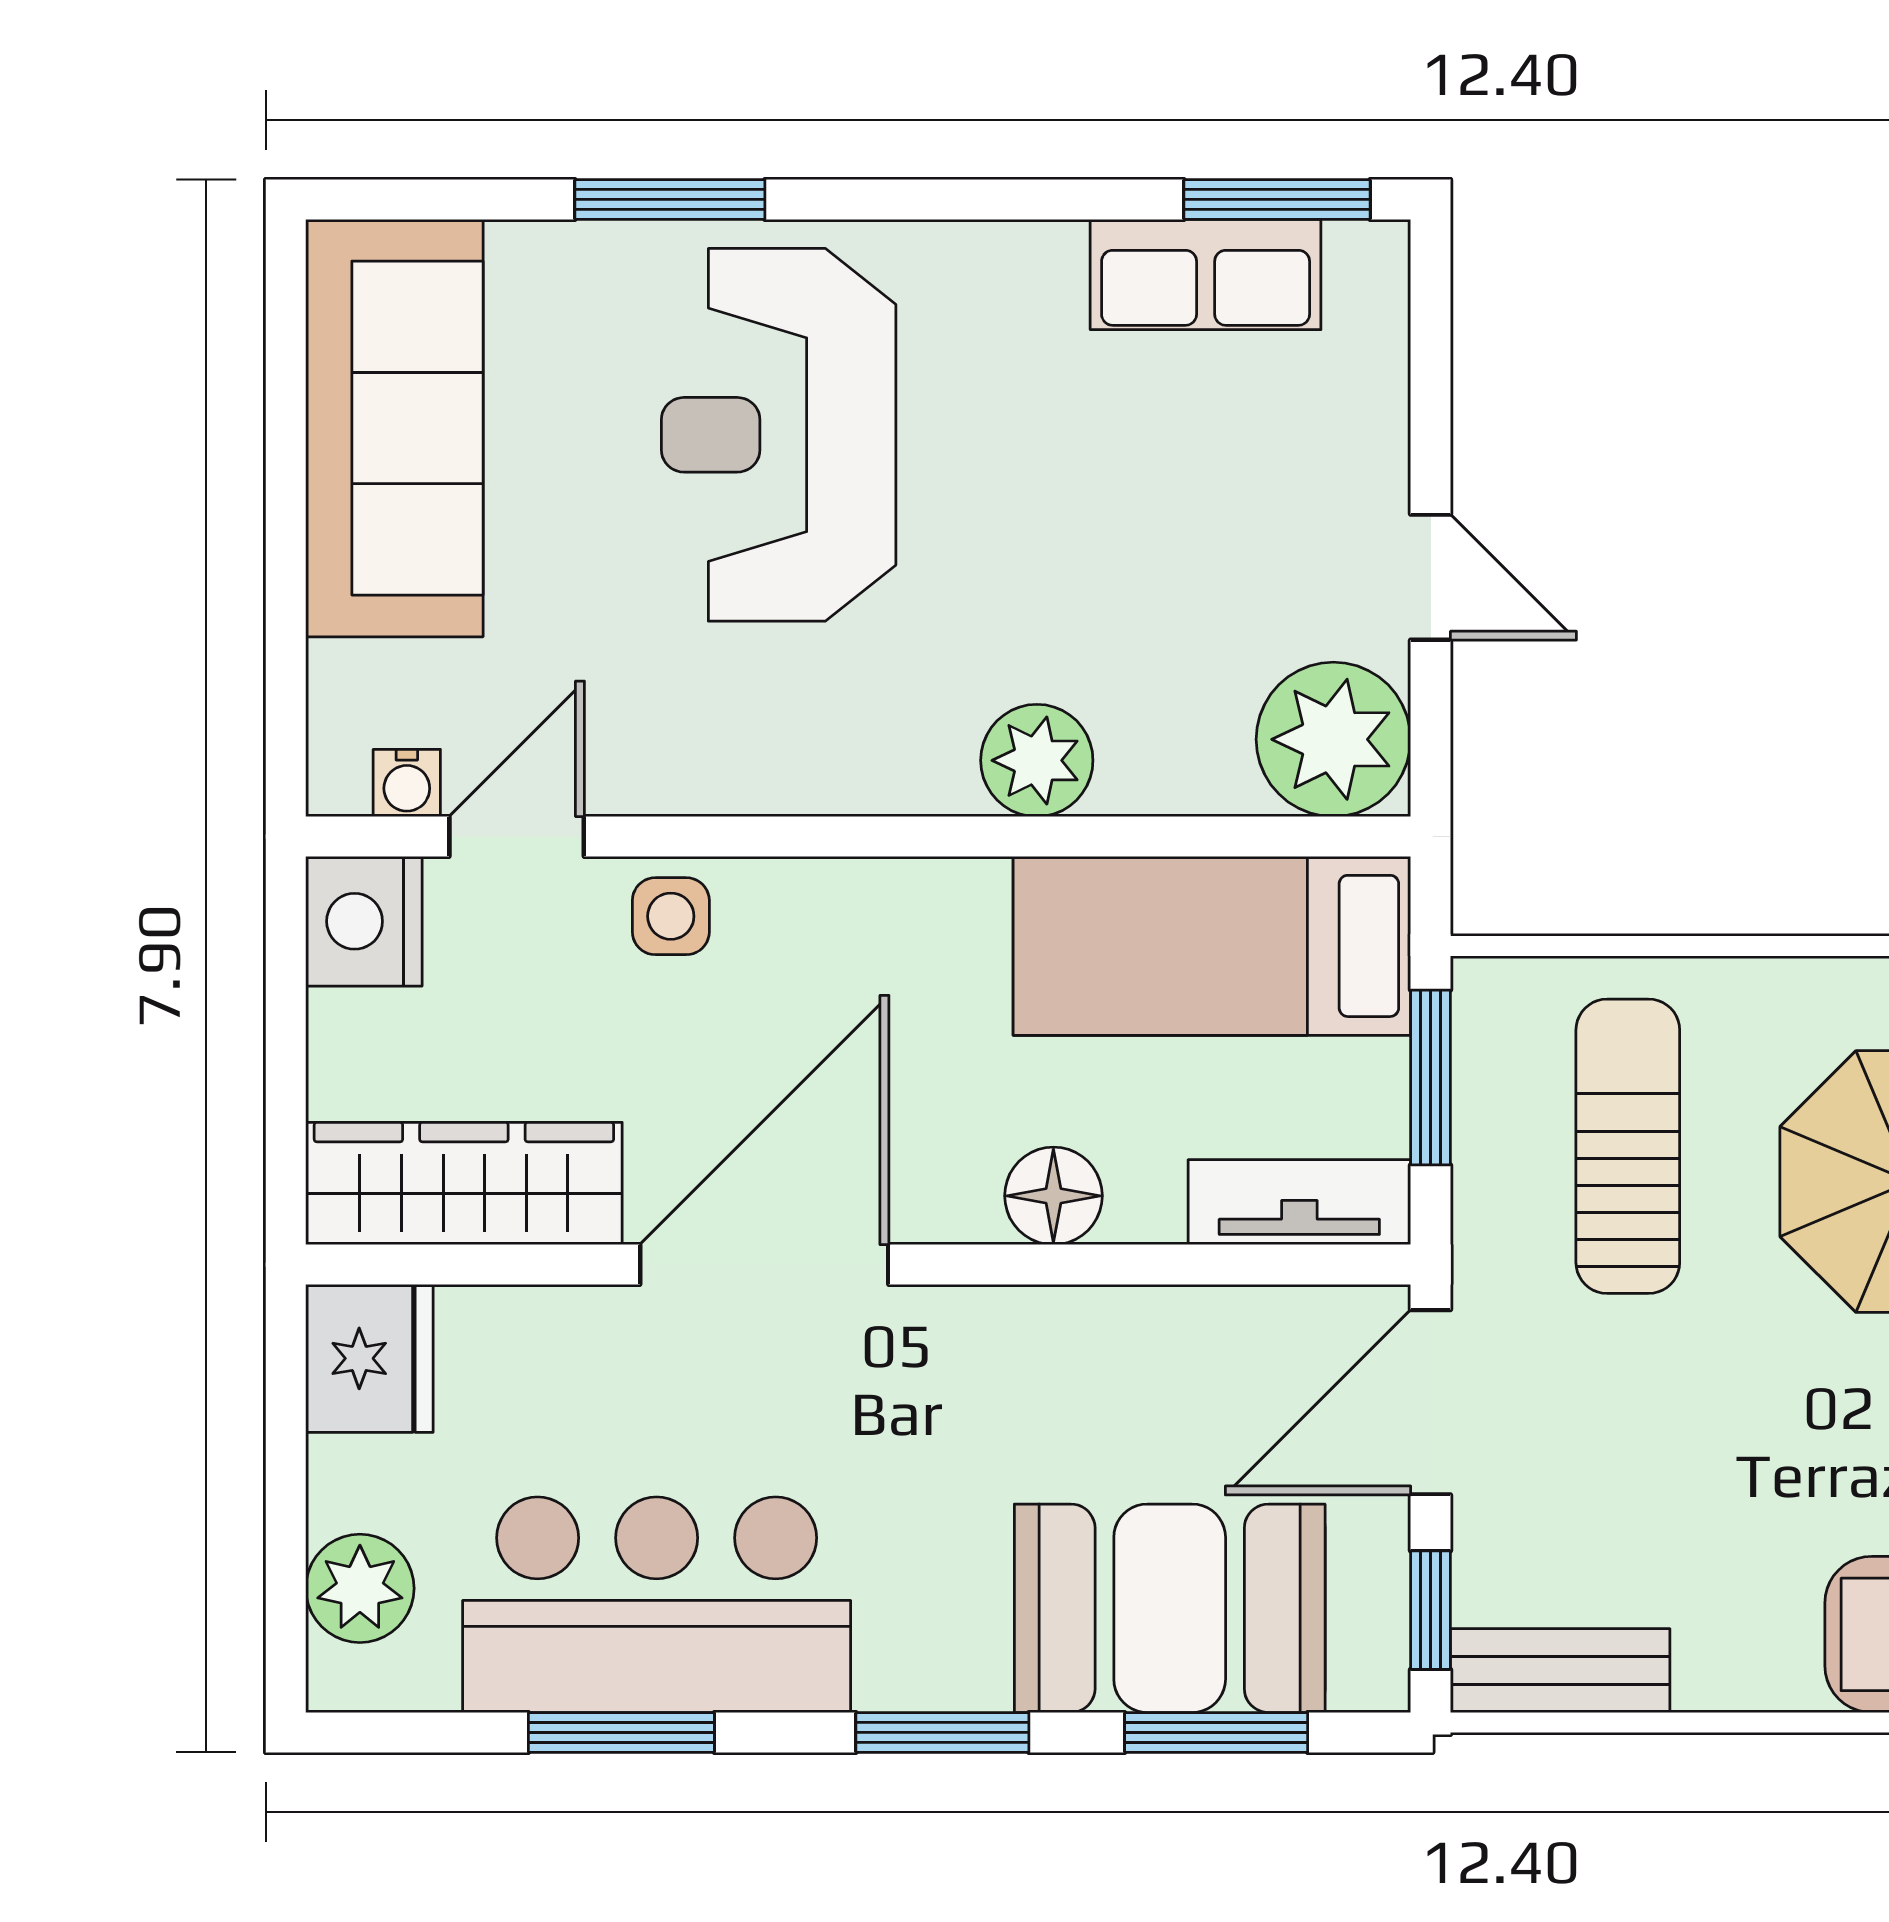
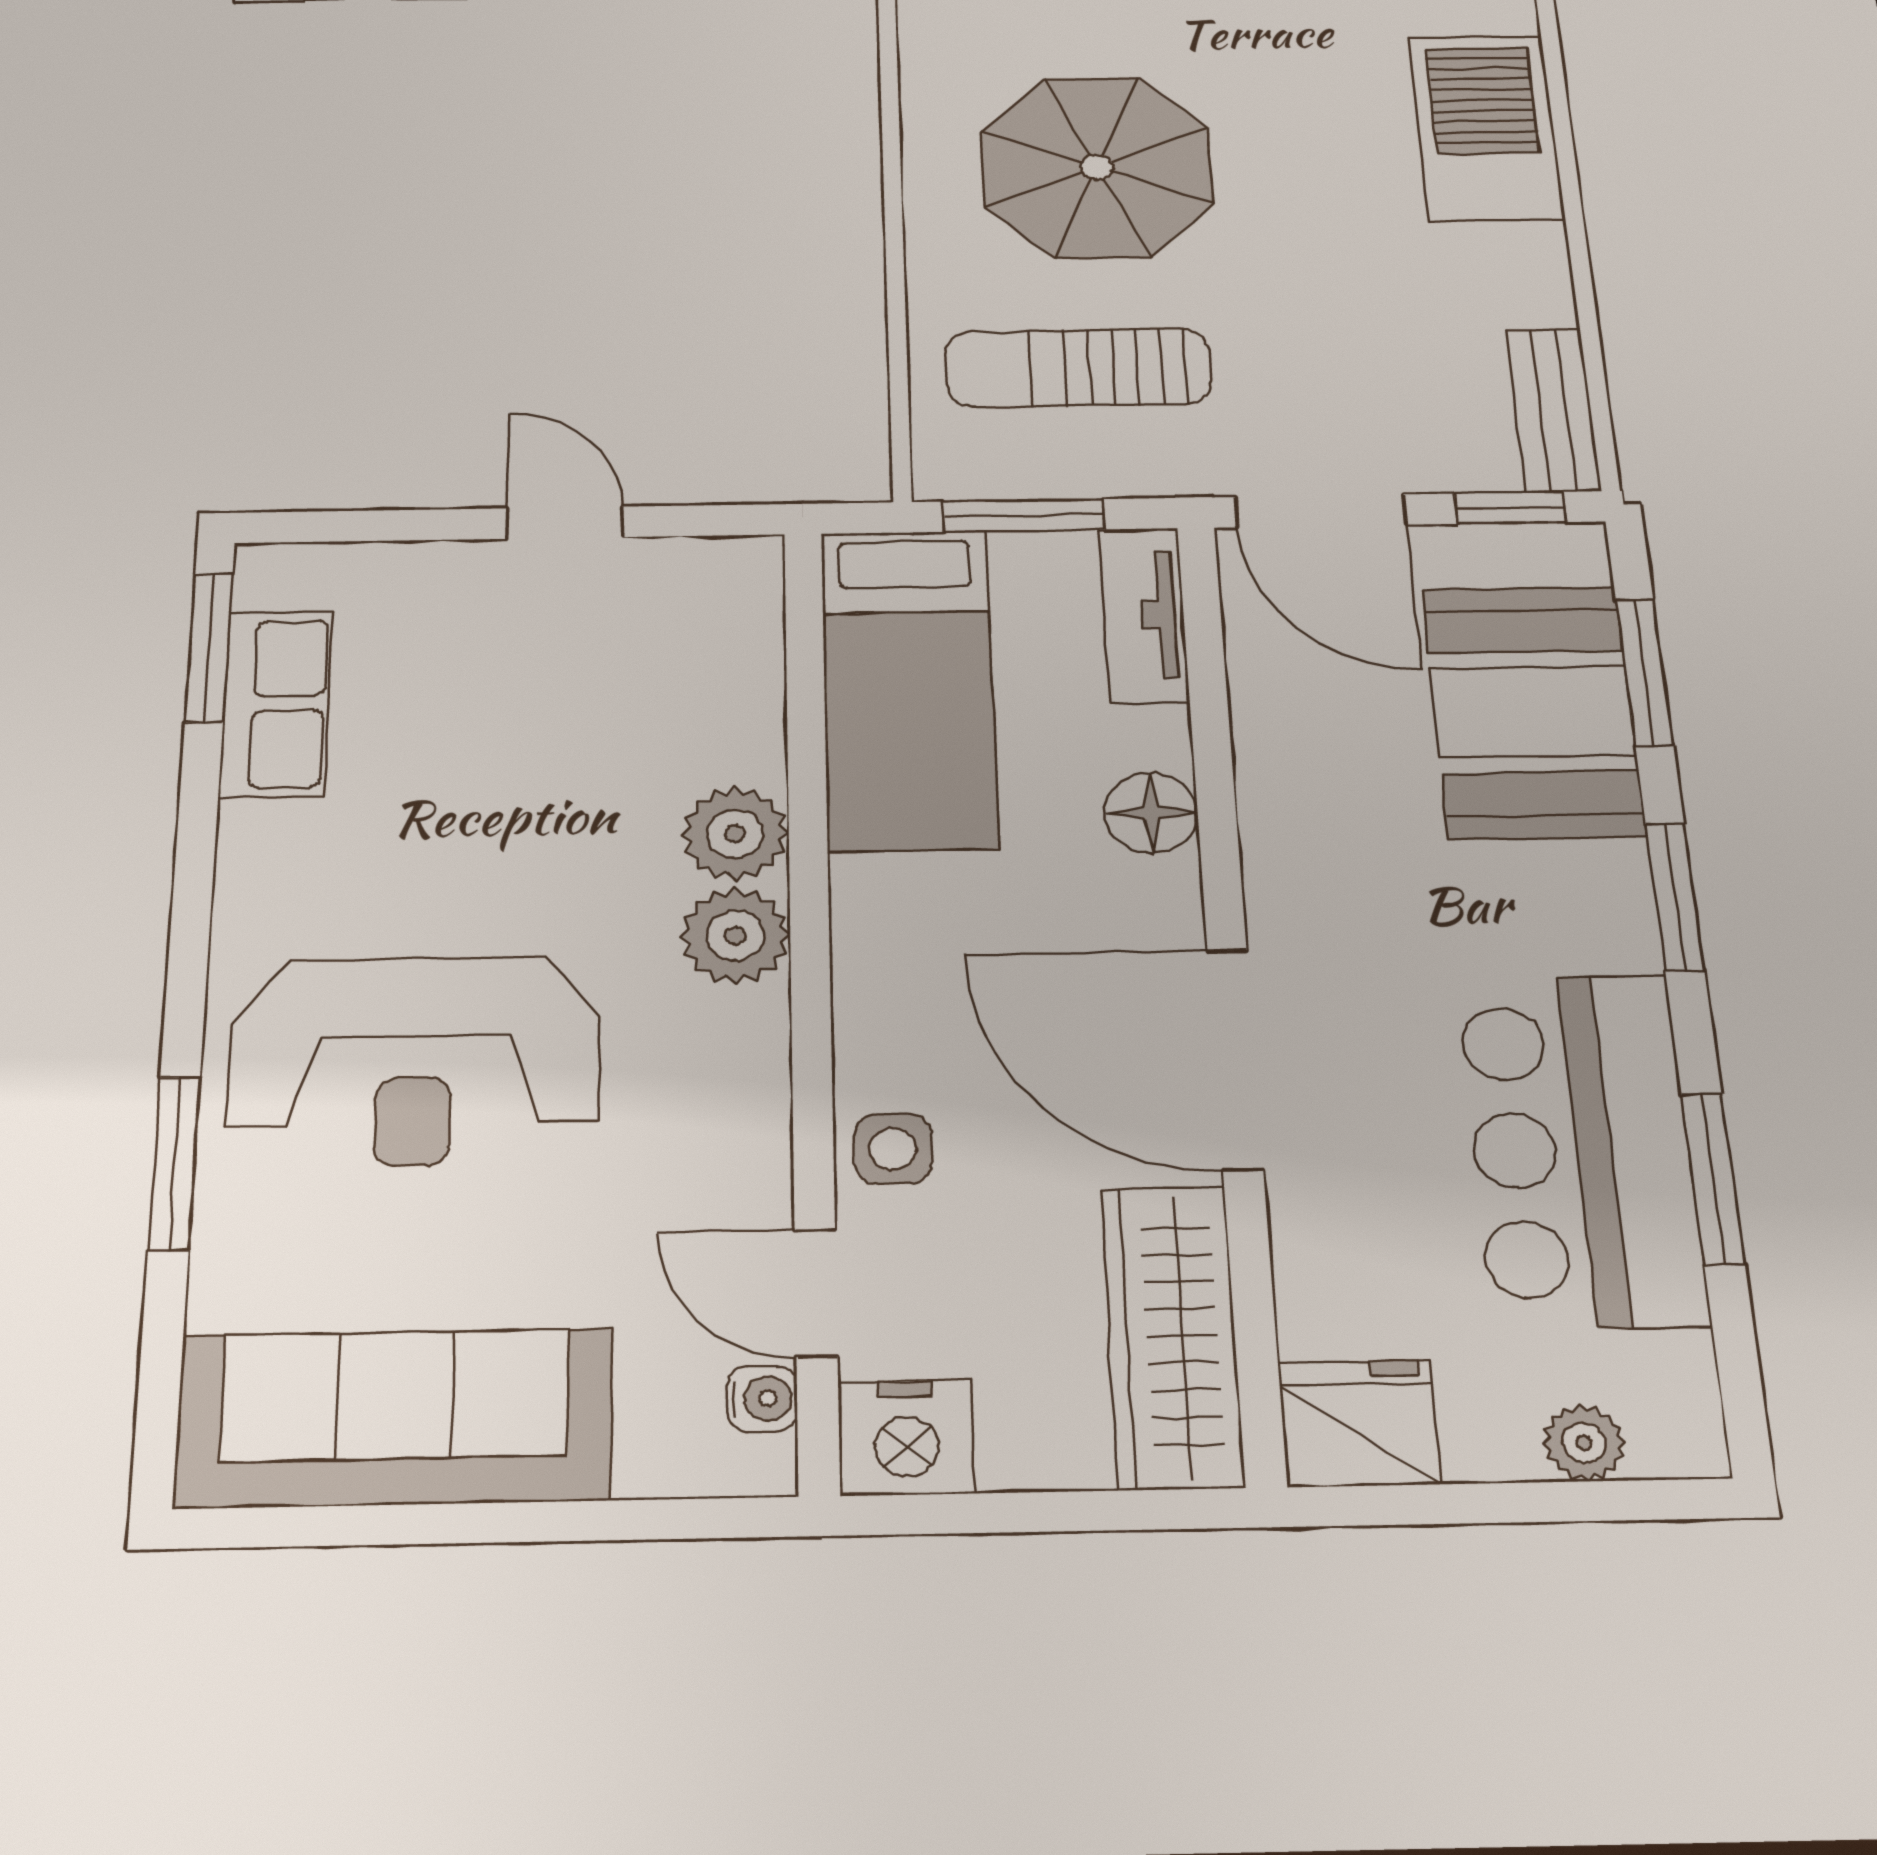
door: (1431, 577) -> (564, 523), hinge flipped
plant: (1333, 739) -> (735, 936), moved, width x0.73, depth x0.73
plant: (360, 1588) -> (1584, 1443), width x0.73, depth x0.73

